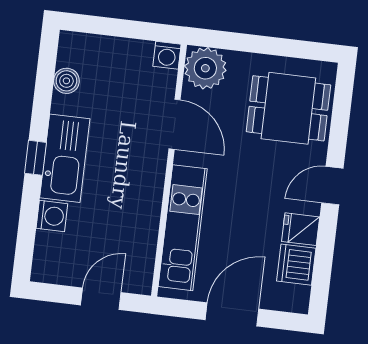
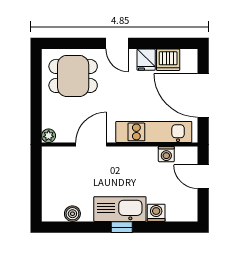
washing machine: (167, 55) -> (166, 154), moved, turned 90
plant: (205, 68) -> (49, 136), width x0.53, depth x0.53
dining table: (288, 108) -> (73, 76), turned 90
door: (232, 314) -> (203, 95), width x1.36

